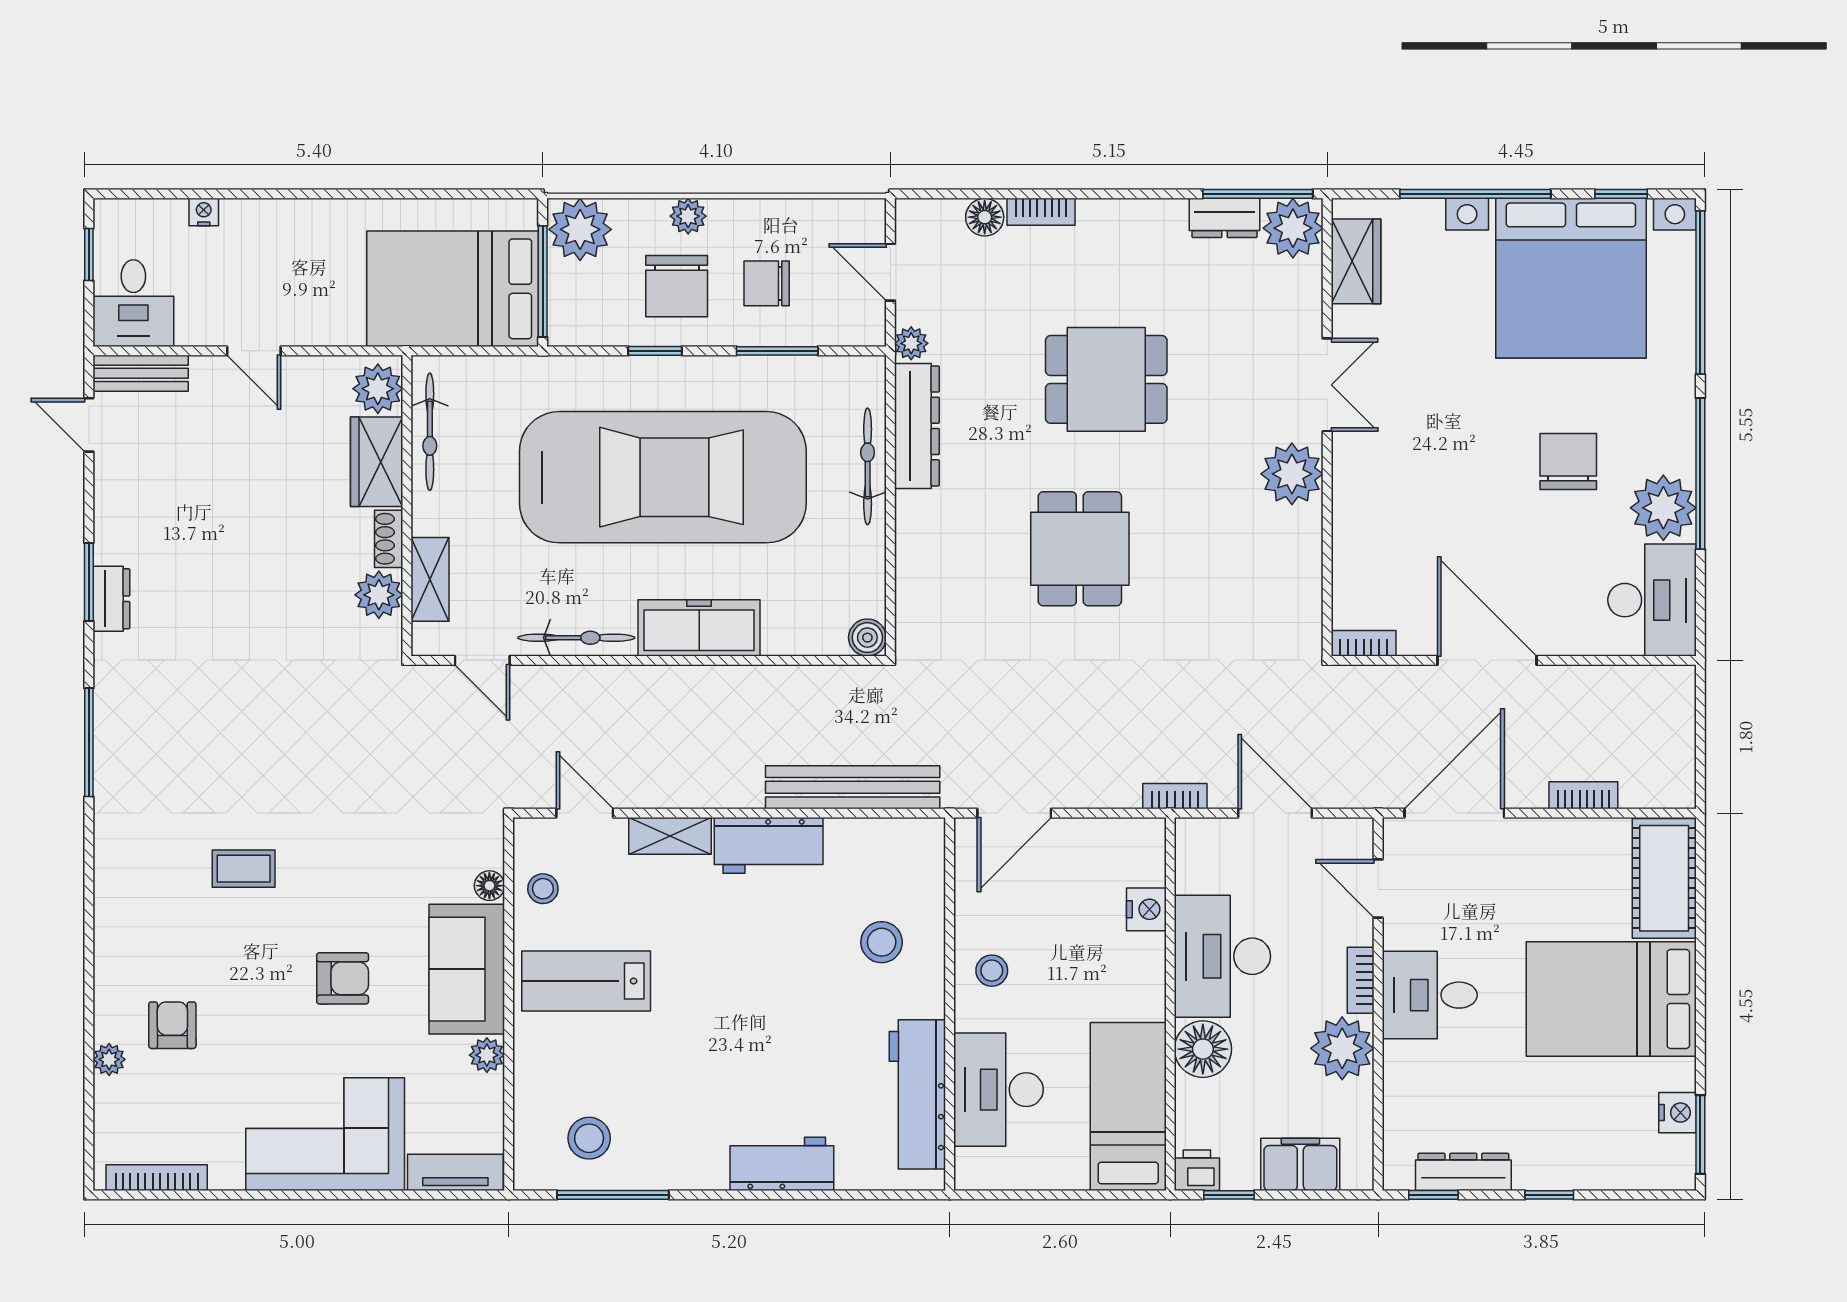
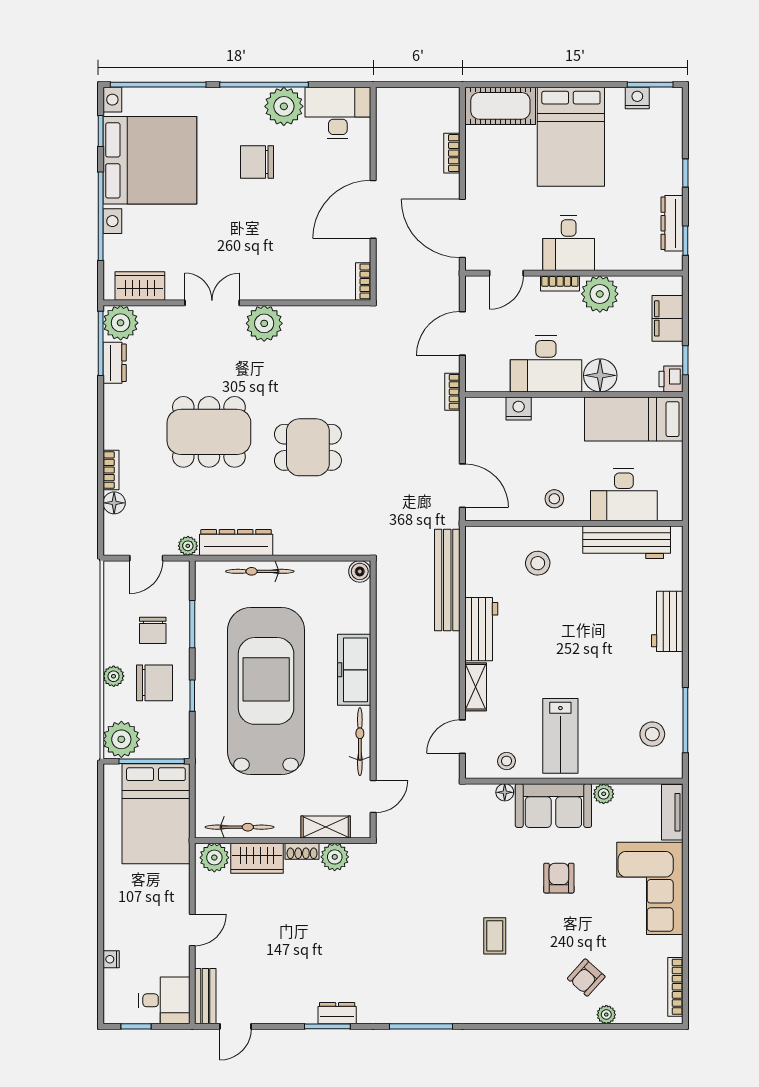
dining table: (1106, 379) -> (209, 432), width x1.37
armchair: (172, 1025) -> (586, 978), turned -48

